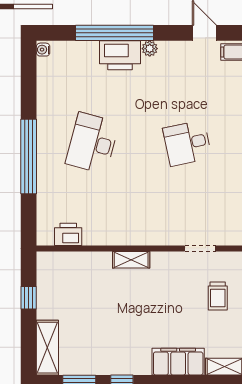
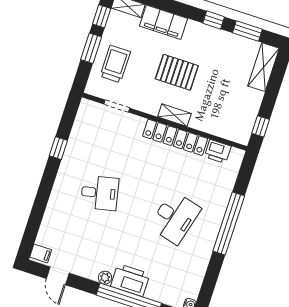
locker: (122, 235) -> (175, 137), added
trolley: (218, 296) -> (115, 64), width x1.36, depth x1.39
window: (29, 298) -> (261, 126), moved
pallet: (144, 309) -> (177, 72), added

